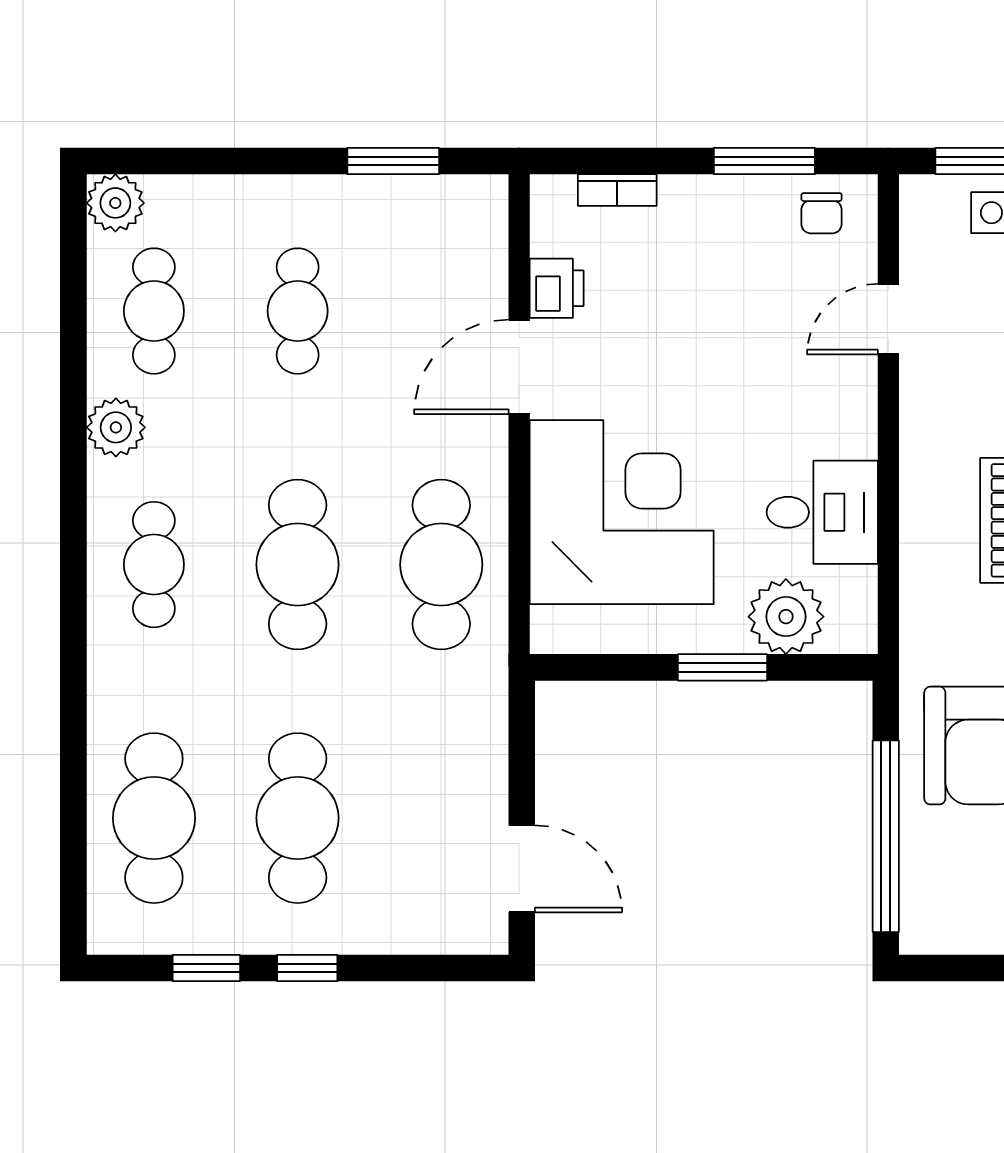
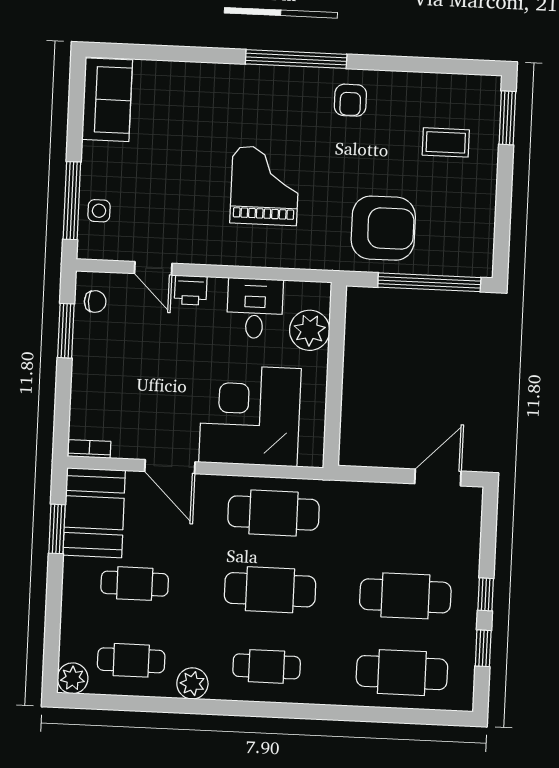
bookcase: (617, 190) -> (89, 449), moved, turned -90
booth: (427, 229) -> (94, 513), added
printer: (557, 288) -> (191, 290), moved, turned 180
window: (722, 667) -> (335, 365), removed

